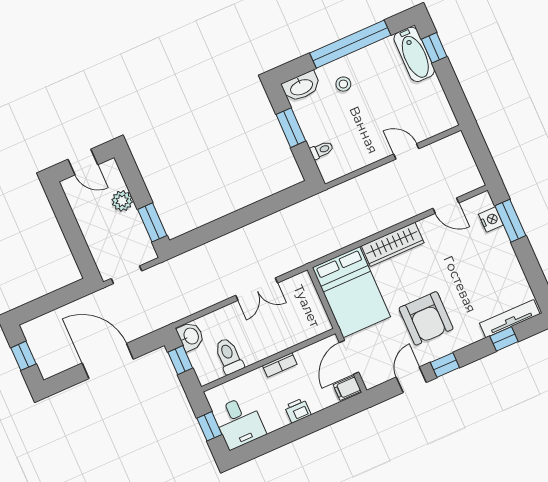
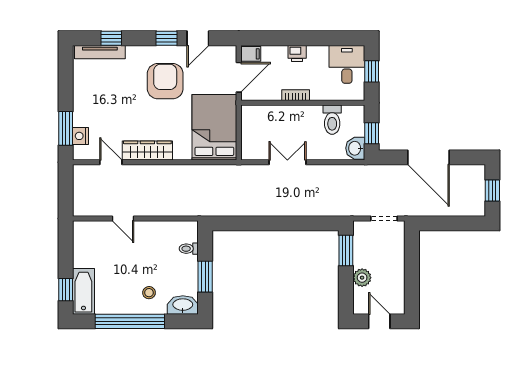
wardrobe: (393, 244) -> (147, 151), moved

